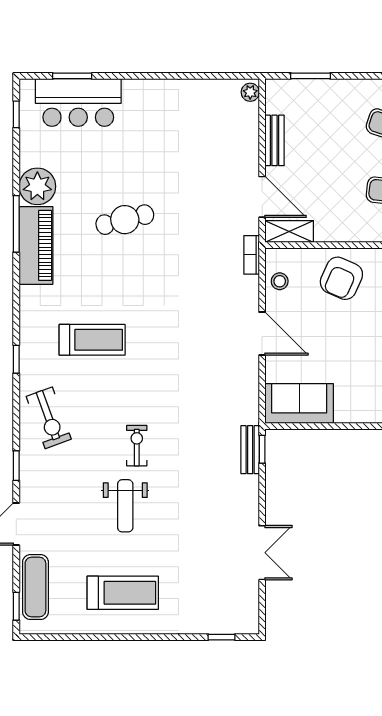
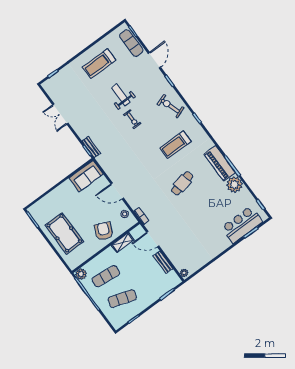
cafe table: (125, 220) -> (182, 183), moved
shelving: (289, 231) -> (123, 242), moved

